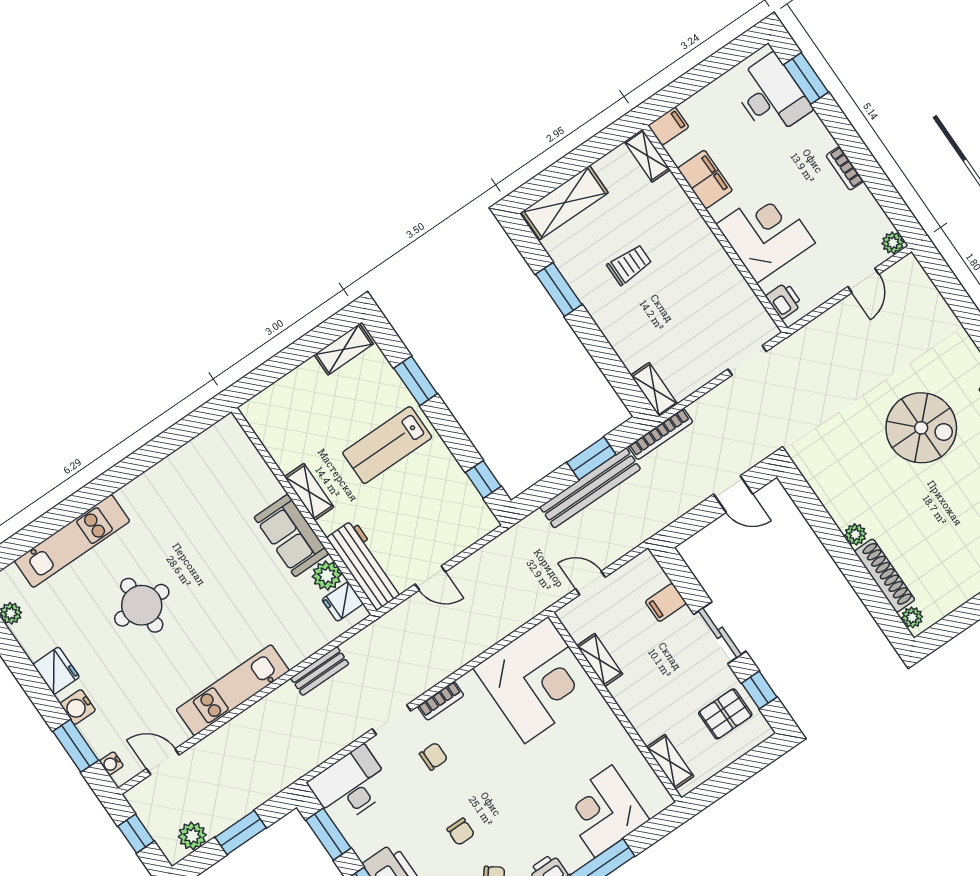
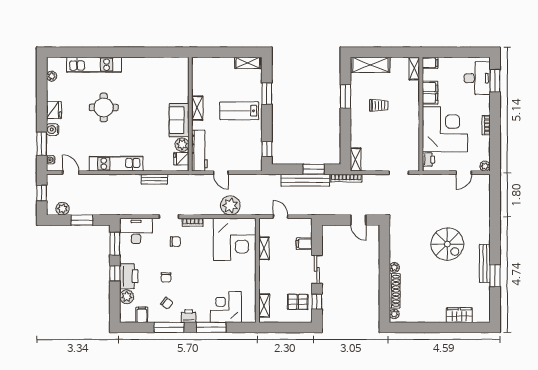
corner desk: (766, 234) -> (445, 129), width x1.36, depth x1.36
plant: (487, 625) -> (230, 205), added

